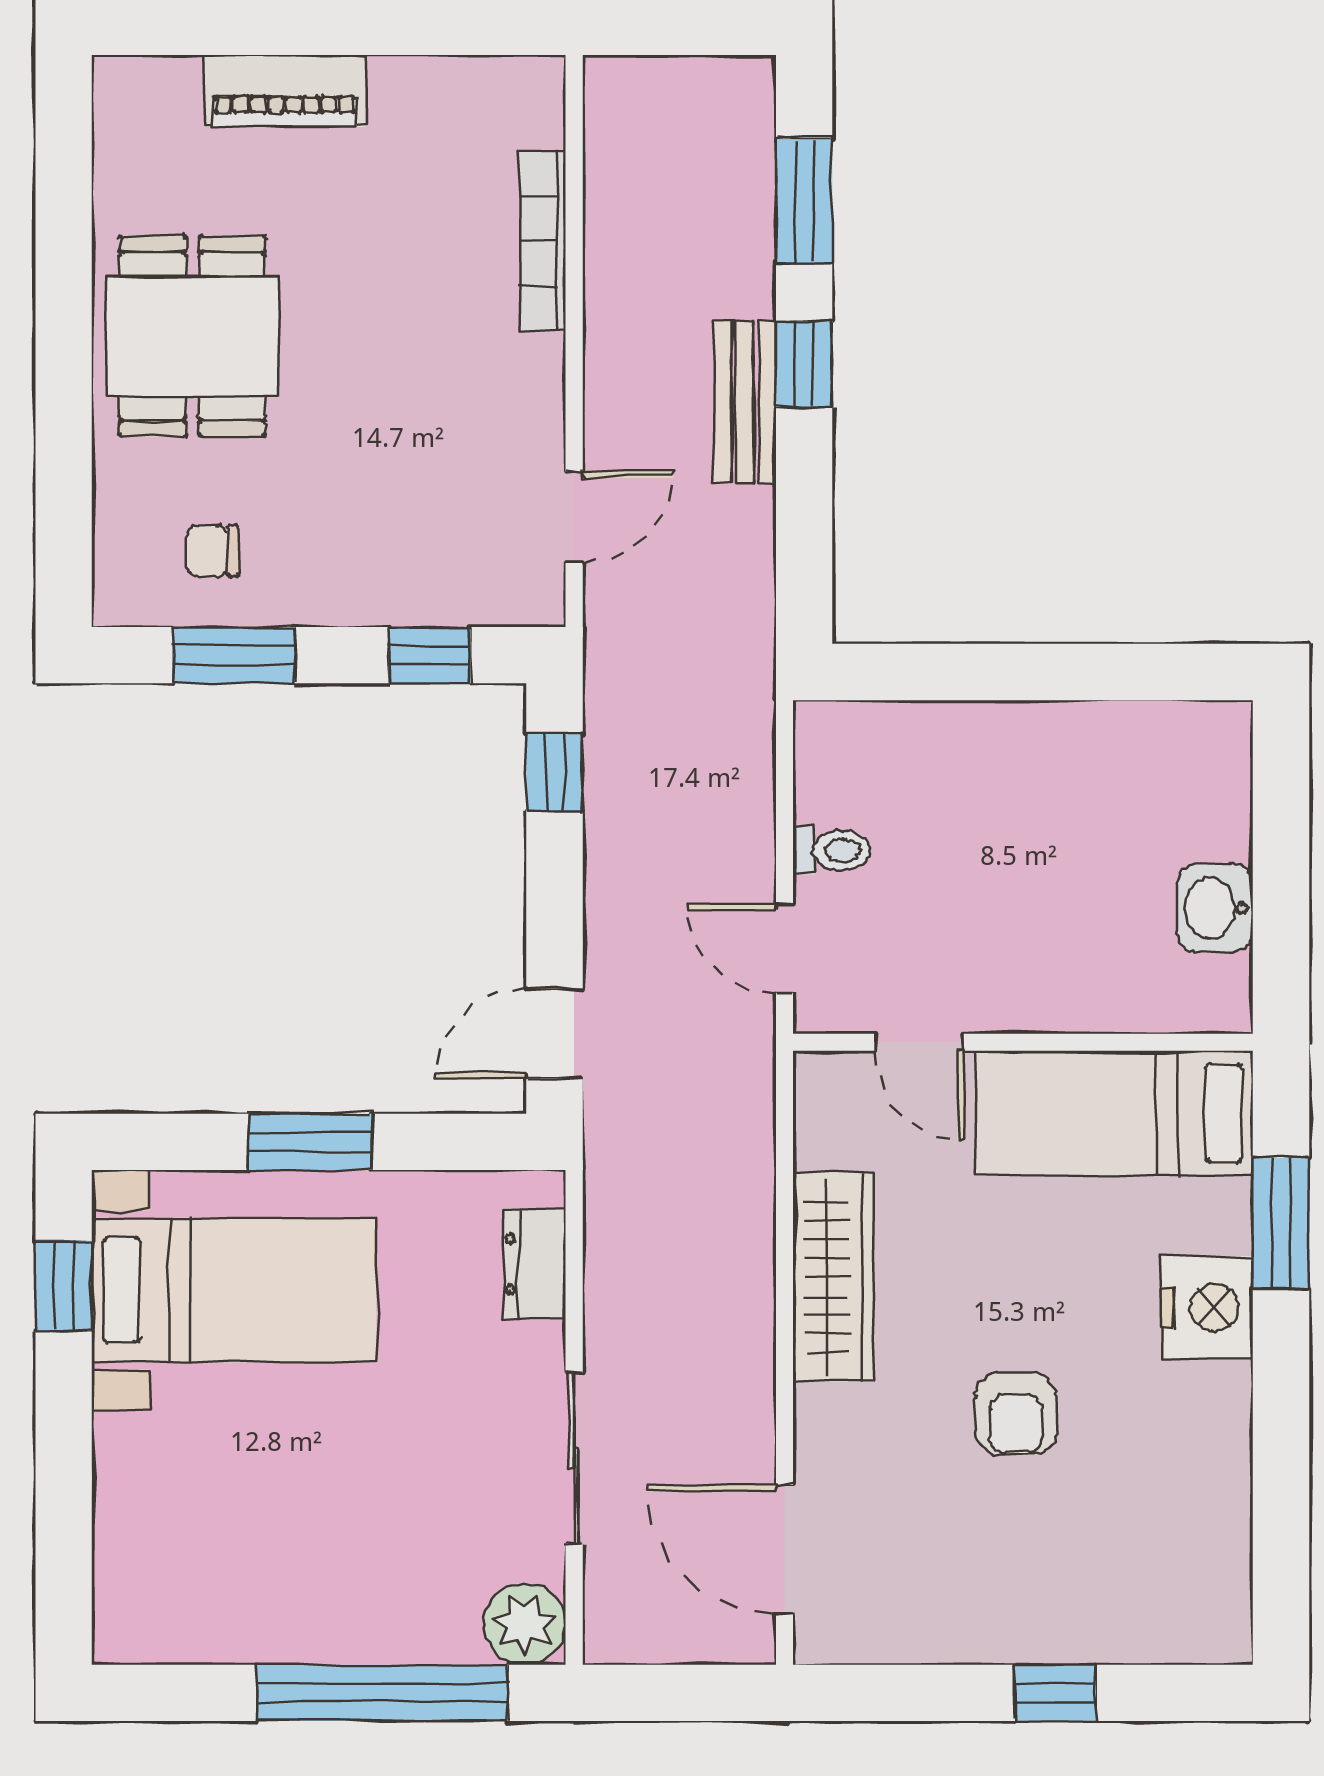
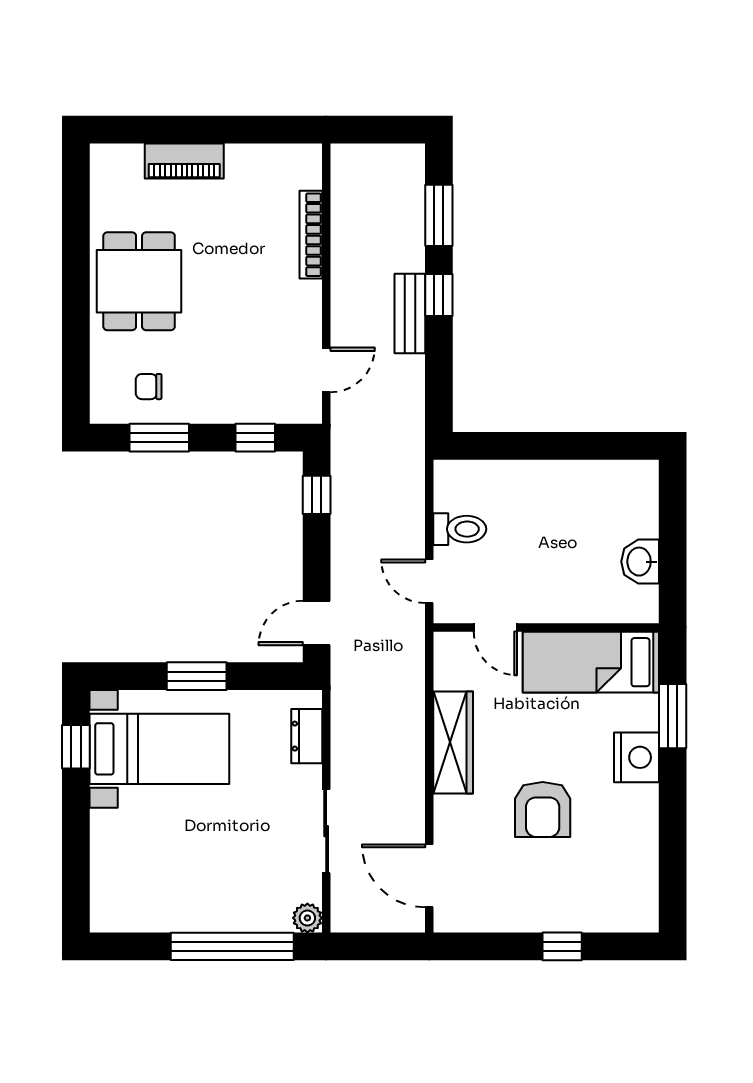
toilet: (832, 850) -> (460, 529), width x1.37, depth x1.39
armchair: (1016, 1414) -> (543, 809), width x1.38, depth x1.38
plant: (525, 1624) -> (307, 918), width x0.73, depth x0.73

